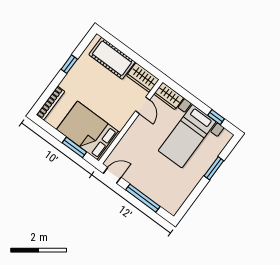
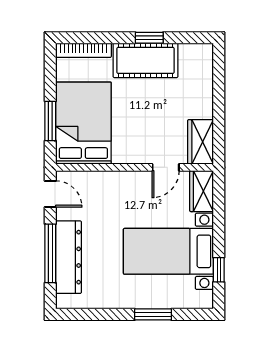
cot: (112, 58) -> (145, 60), moved, turned 90
dresser: (152, 190) -> (69, 257), added

